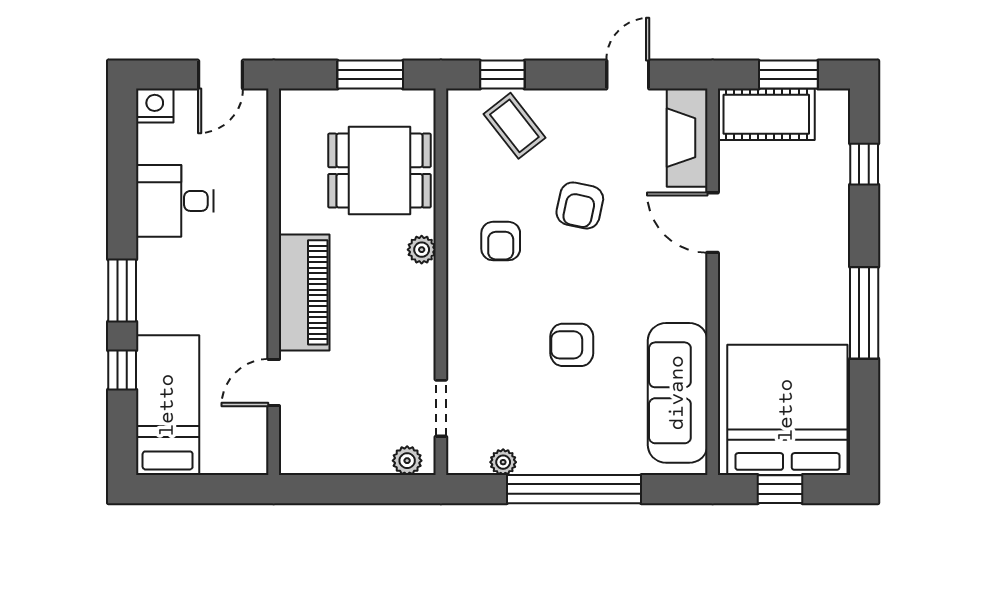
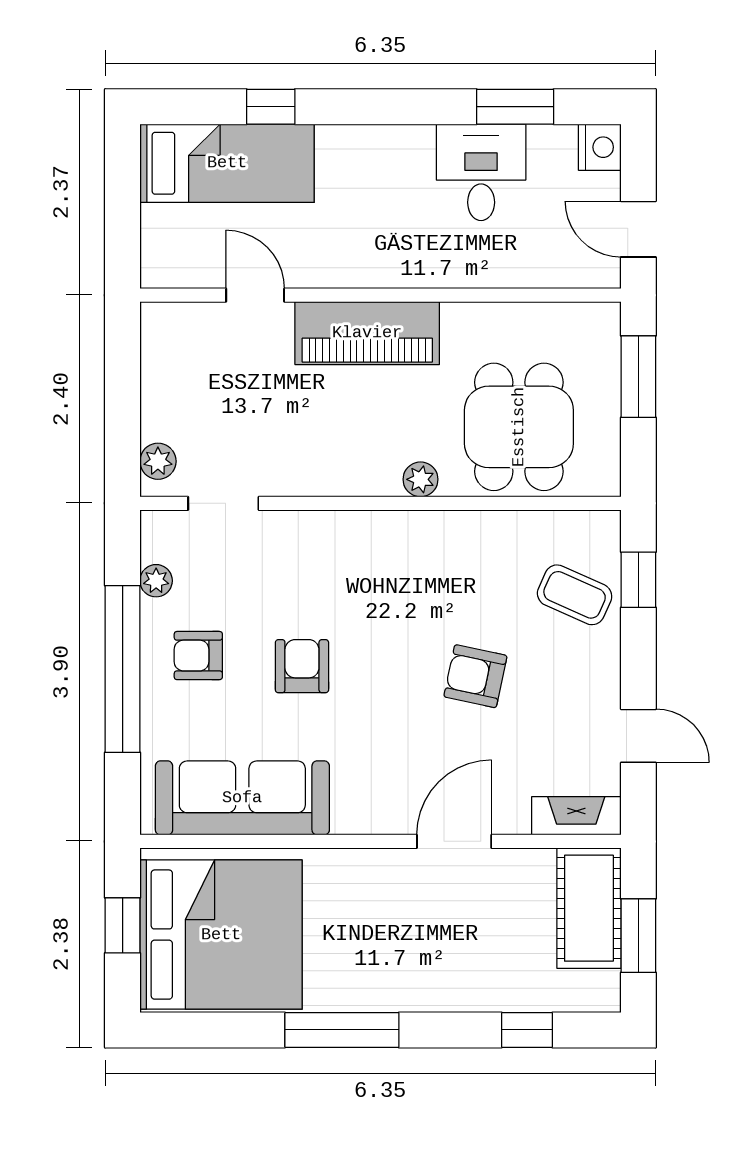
window: (370, 75) -> (638, 377), moved
coffee table: (514, 126) -> (575, 595), turned 62
fireplace: (687, 138) -> (576, 816), width x0.73, depth x0.76
armchair: (501, 241) -> (198, 656), moved
window: (122, 291) -> (515, 107), moved

